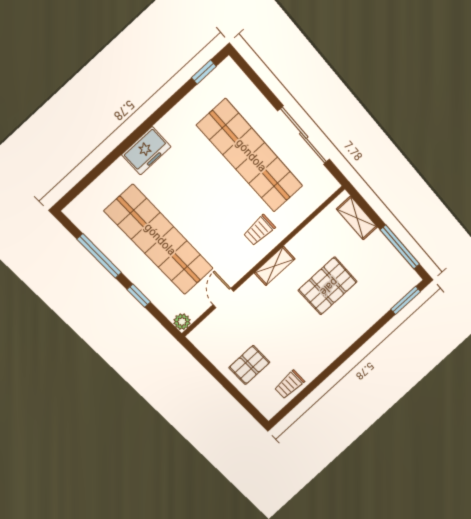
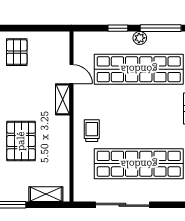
shelving: (275, 266) -> (63, 99), moved
plant: (182, 322) -> (140, 38), moved

